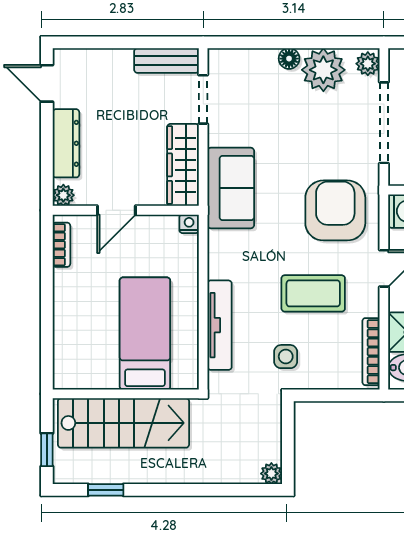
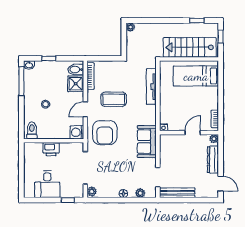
bench: (167, 61) -> (177, 193), width x1.36
plant: (323, 70) -> (140, 193), moved, width x0.53, depth x0.53
wardrobe: (183, 165) -> (166, 151), removed
bed: (145, 334) -> (196, 76), moved, turned 90
side table: (286, 357) -> (125, 74), removed

